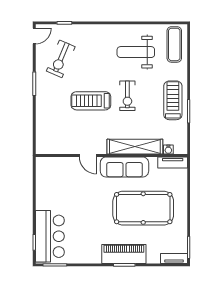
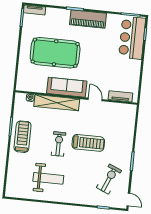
door: (34, 36) -> (128, 199), swing flipped
exercise mat: (174, 44) -> (17, 181), removed
treadmill: (173, 100) -> (23, 137), turned 180
tv unit: (173, 162) -> (120, 96), moved
piano: (124, 254) -> (88, 19), moved

